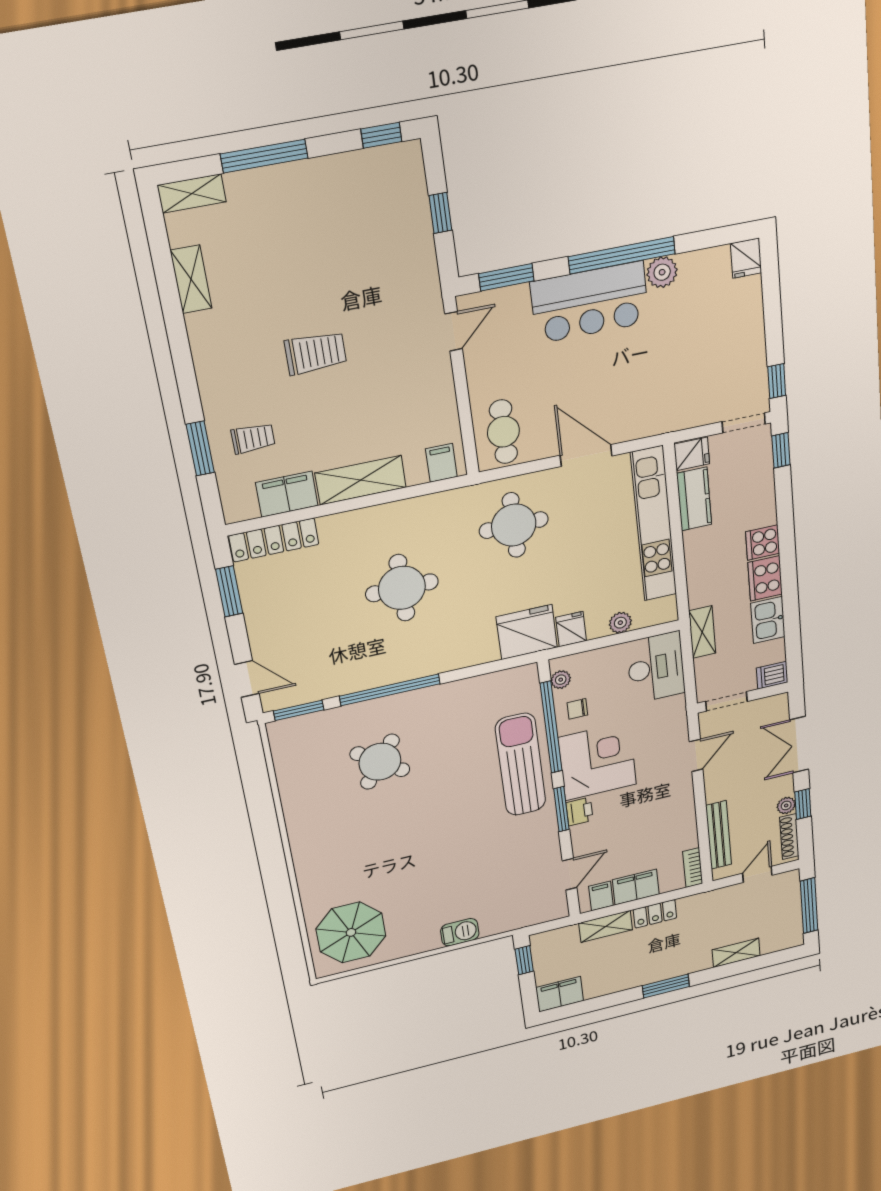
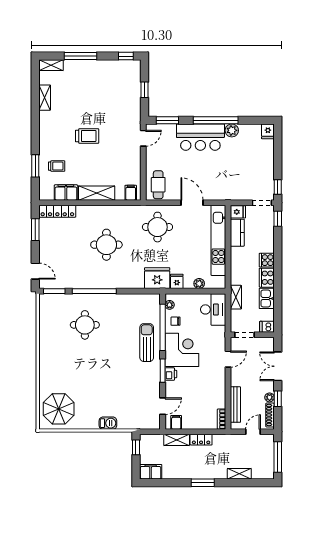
round table: (380, 762) -> (85, 325), turned -36
sun lounger: (521, 765) -> (147, 343), width x0.73, depth x0.75
filing cabinet: (636, 887) -> (193, 422), removed

